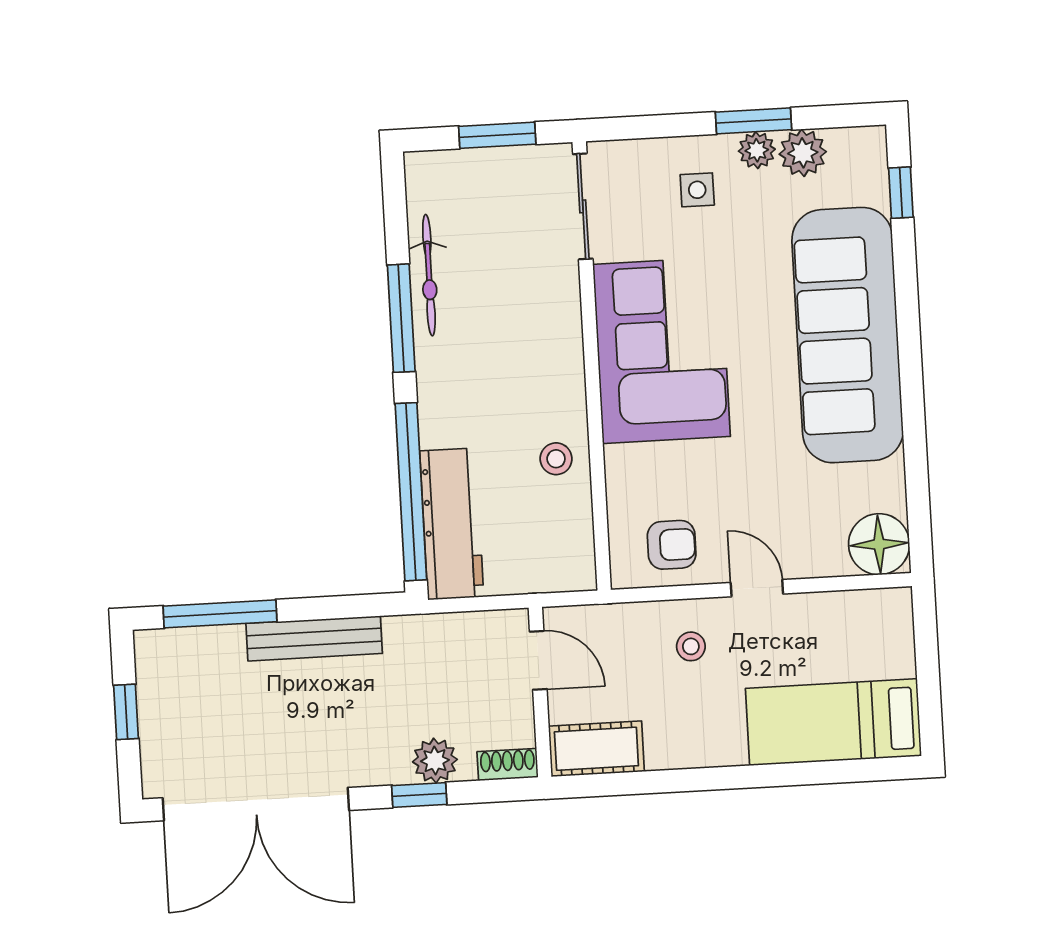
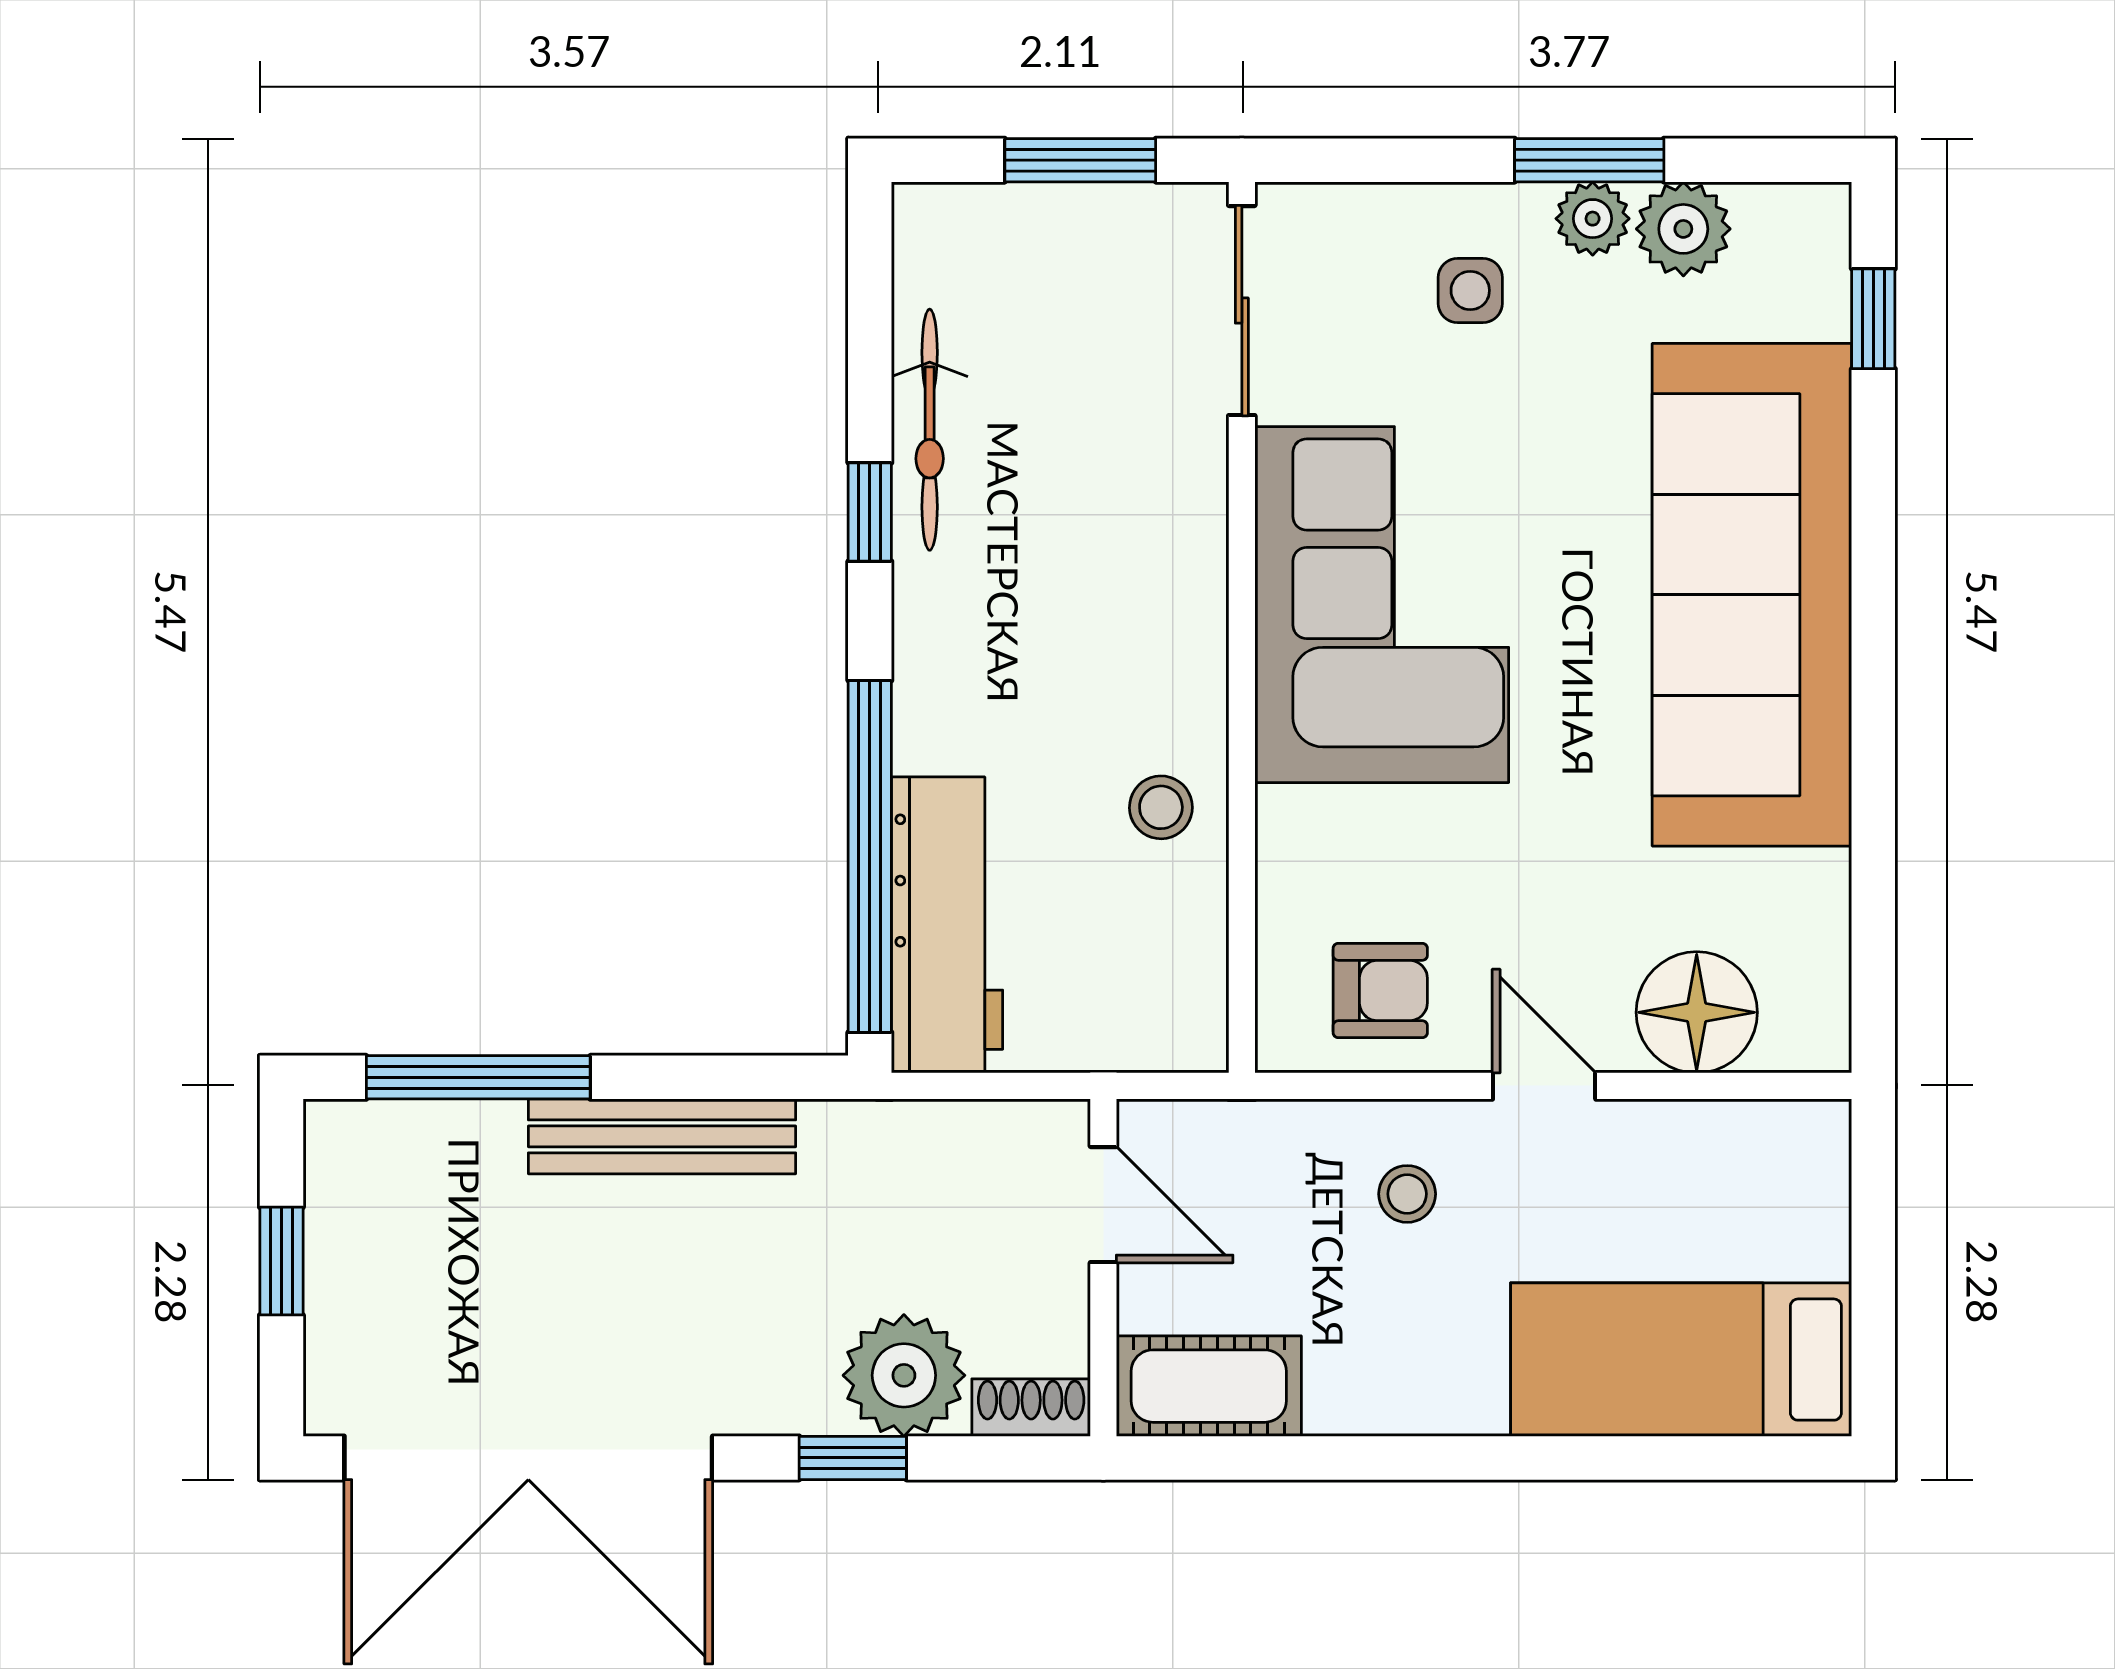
window: (401, 318) -> (870, 512), width x0.46
floor lamp: (879, 544) -> (1697, 1012), moved
plant: (435, 761) -> (904, 1375), width x1.36, depth x1.36

